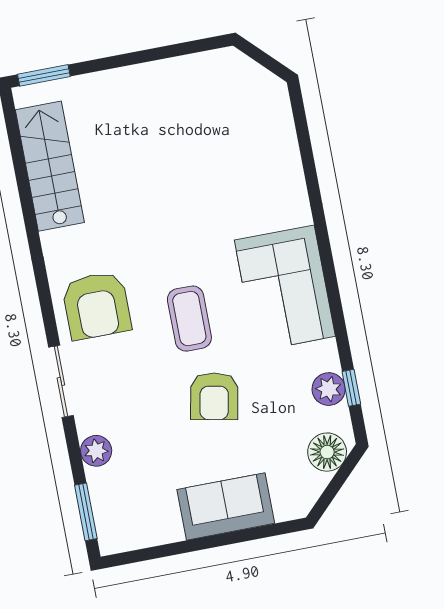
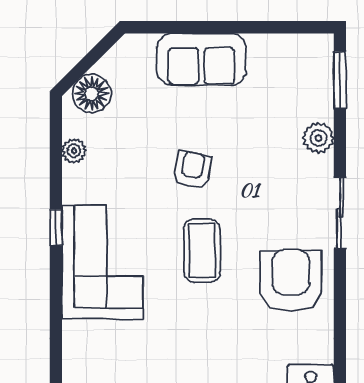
window: (351, 388) -> (56, 227), moved
plant: (329, 389) -> (74, 151), width x0.73, depth x0.73
armchair: (214, 396) -> (192, 170), width x0.72, depth x0.72

